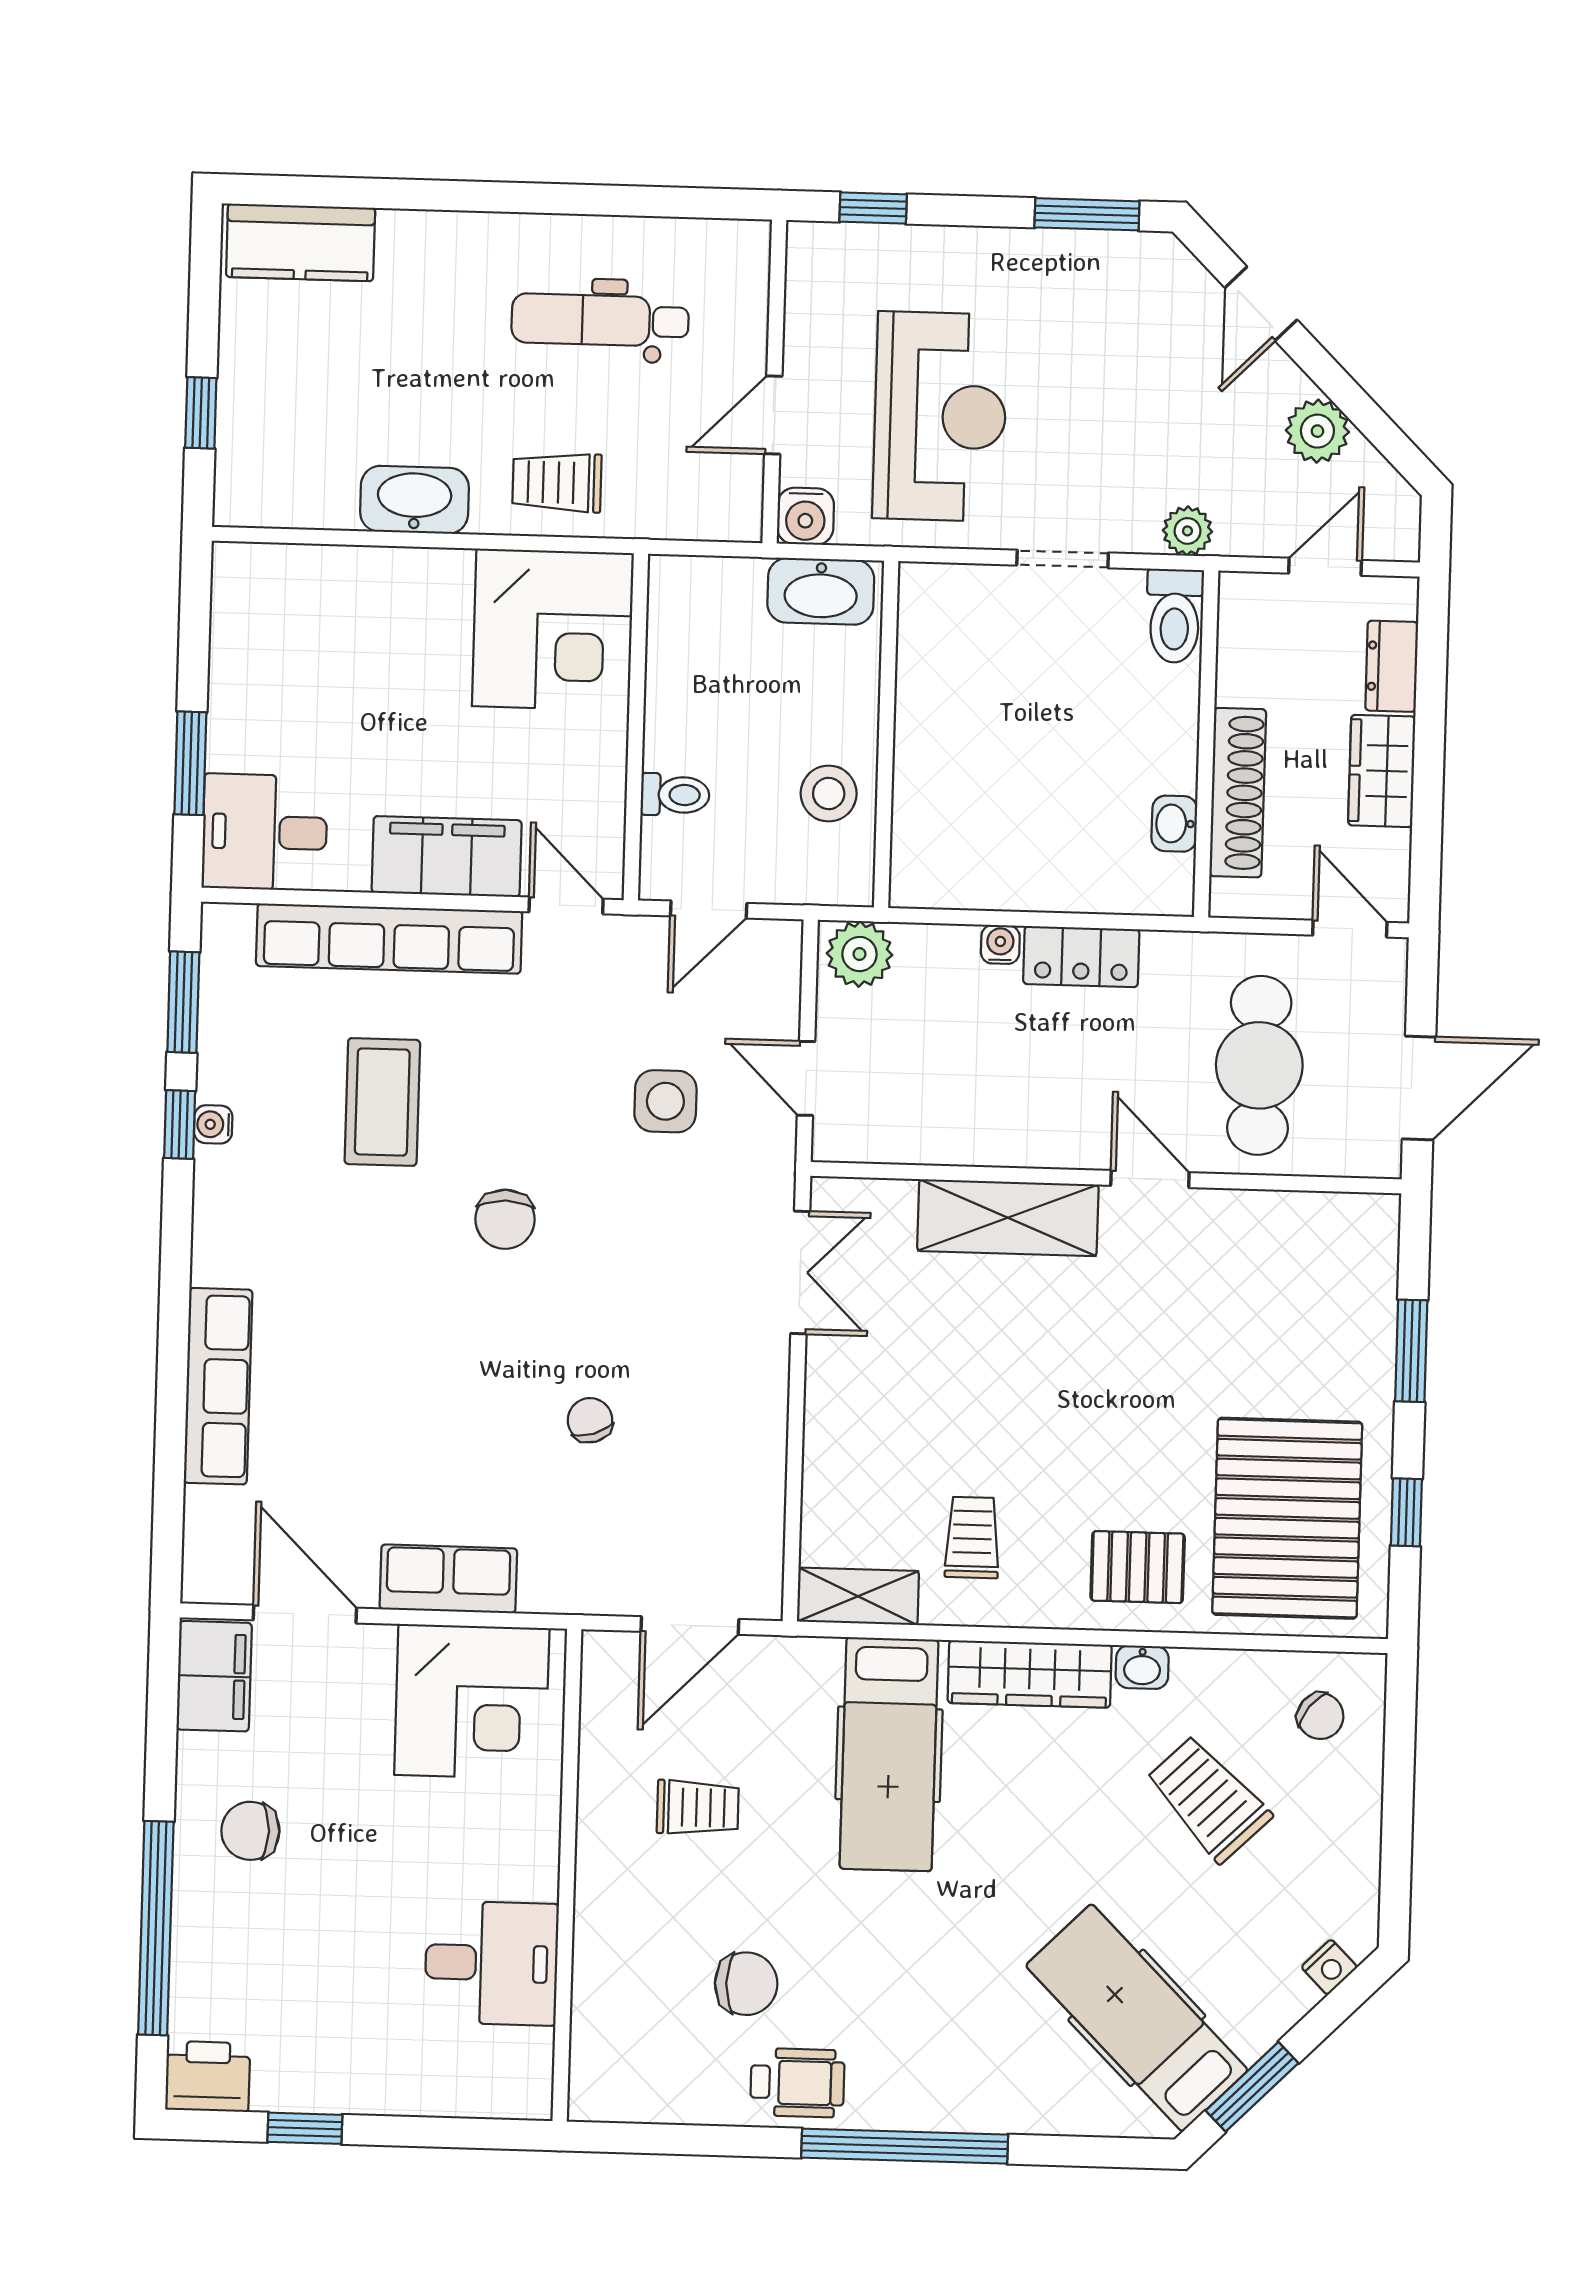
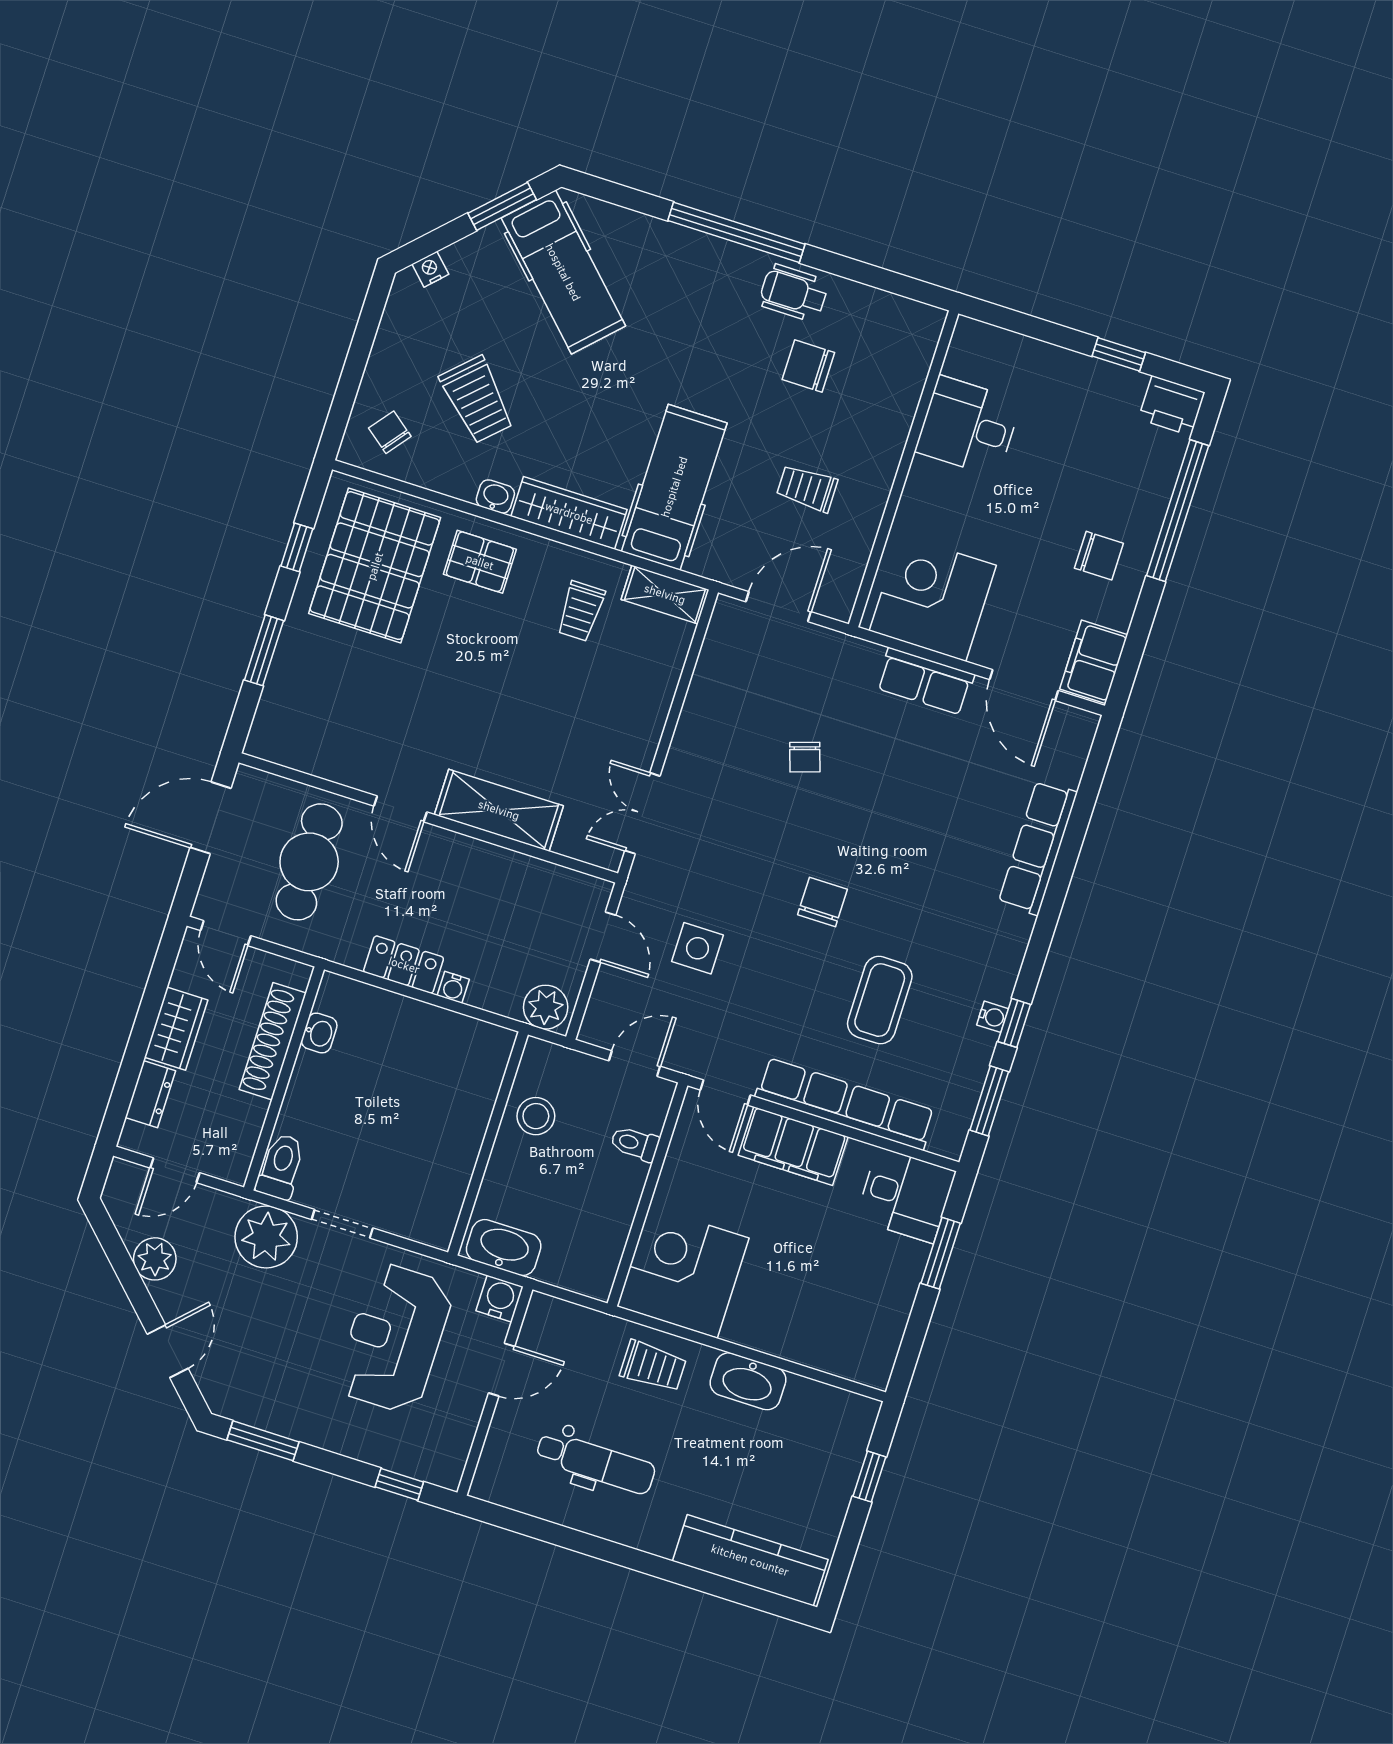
kitchen counter: (301, 242) -> (750, 1560), width x1.50
plant: (1187, 531) -> (266, 1237), width x1.88, depth x1.88

